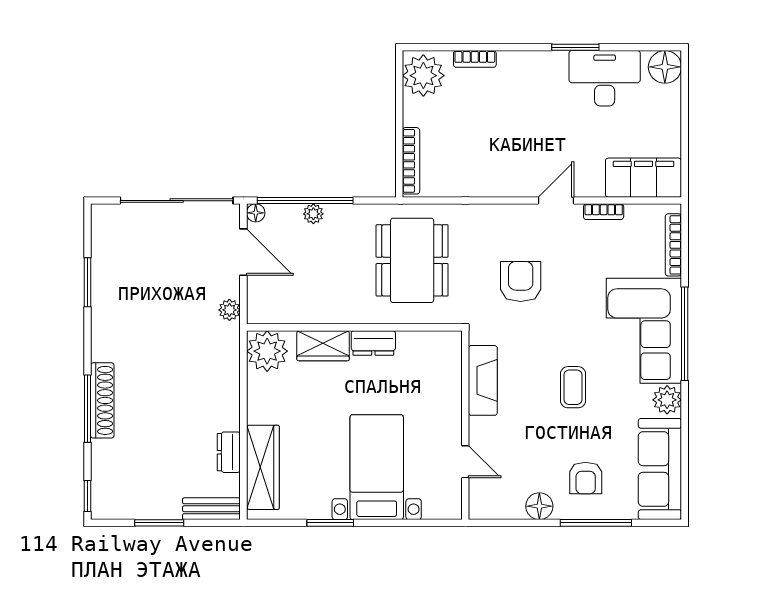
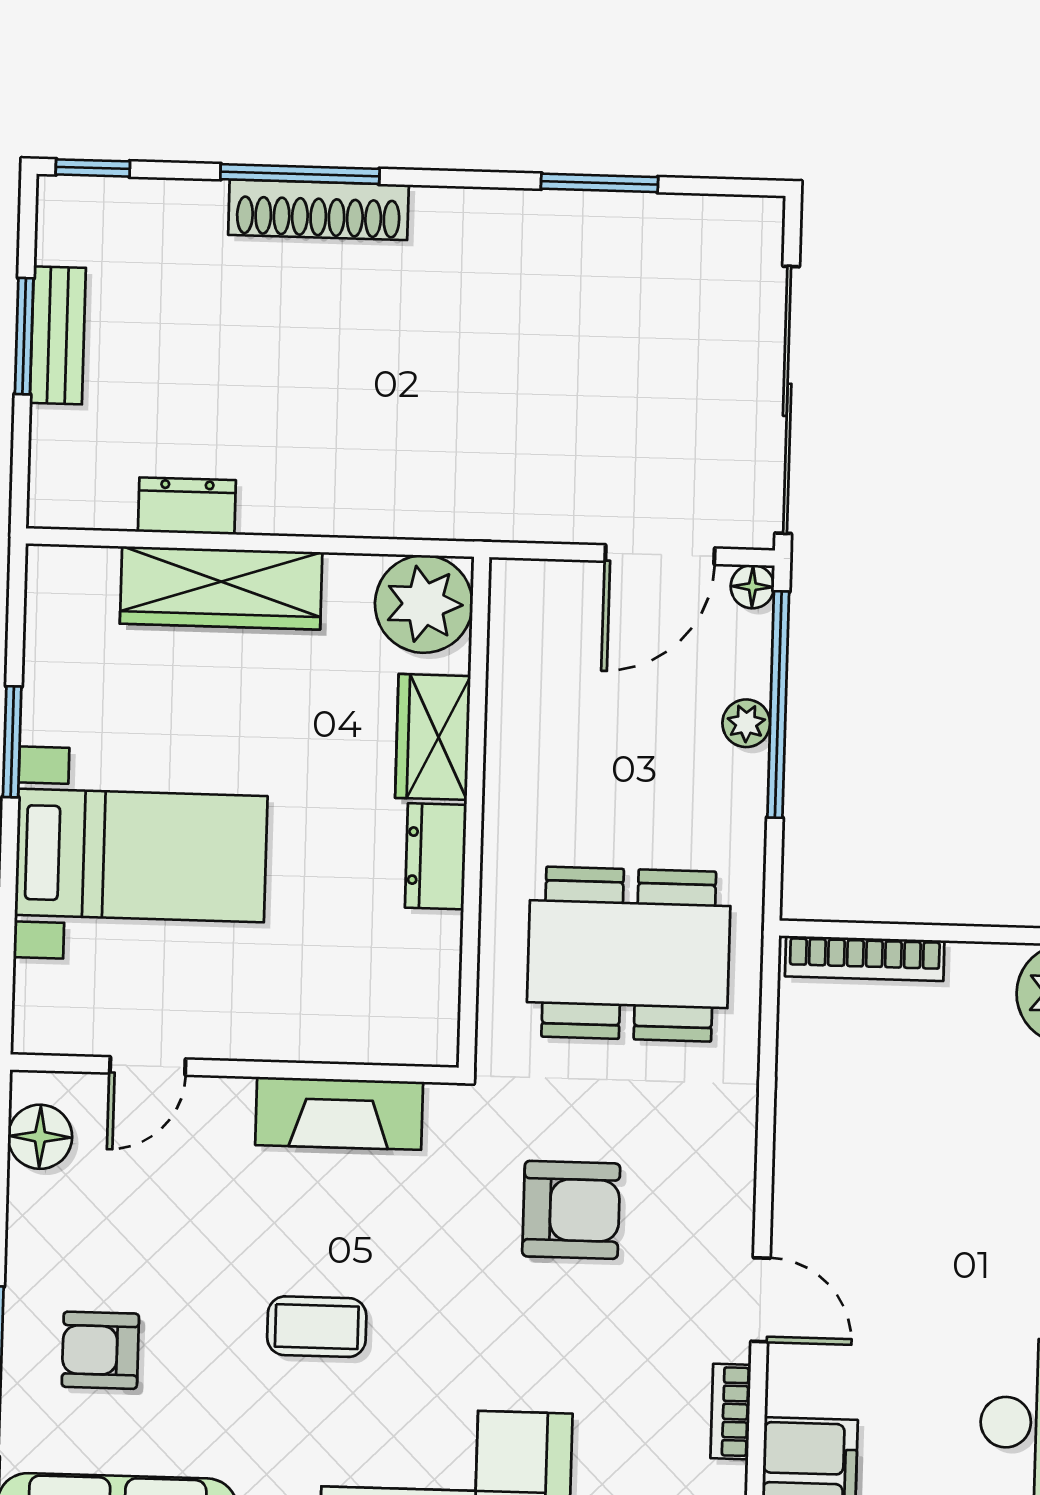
plant: (229, 310) -> (524, 518), removed
wardrobe: (263, 467) -> (221, 588), moved
floor lamp: (539, 506) -> (40, 1137), moved
bench: (211, 509) -> (58, 335), moved

